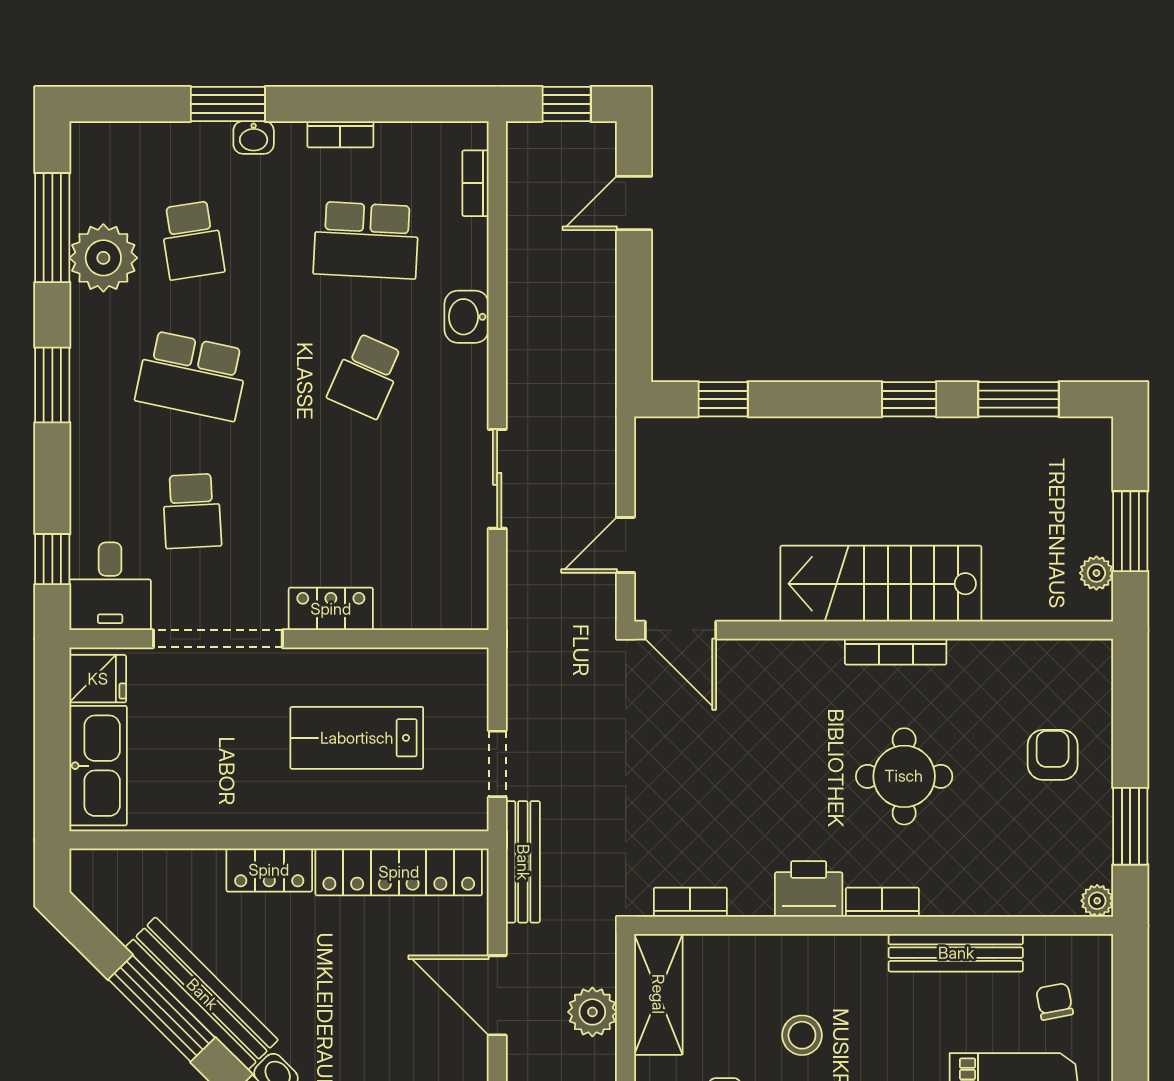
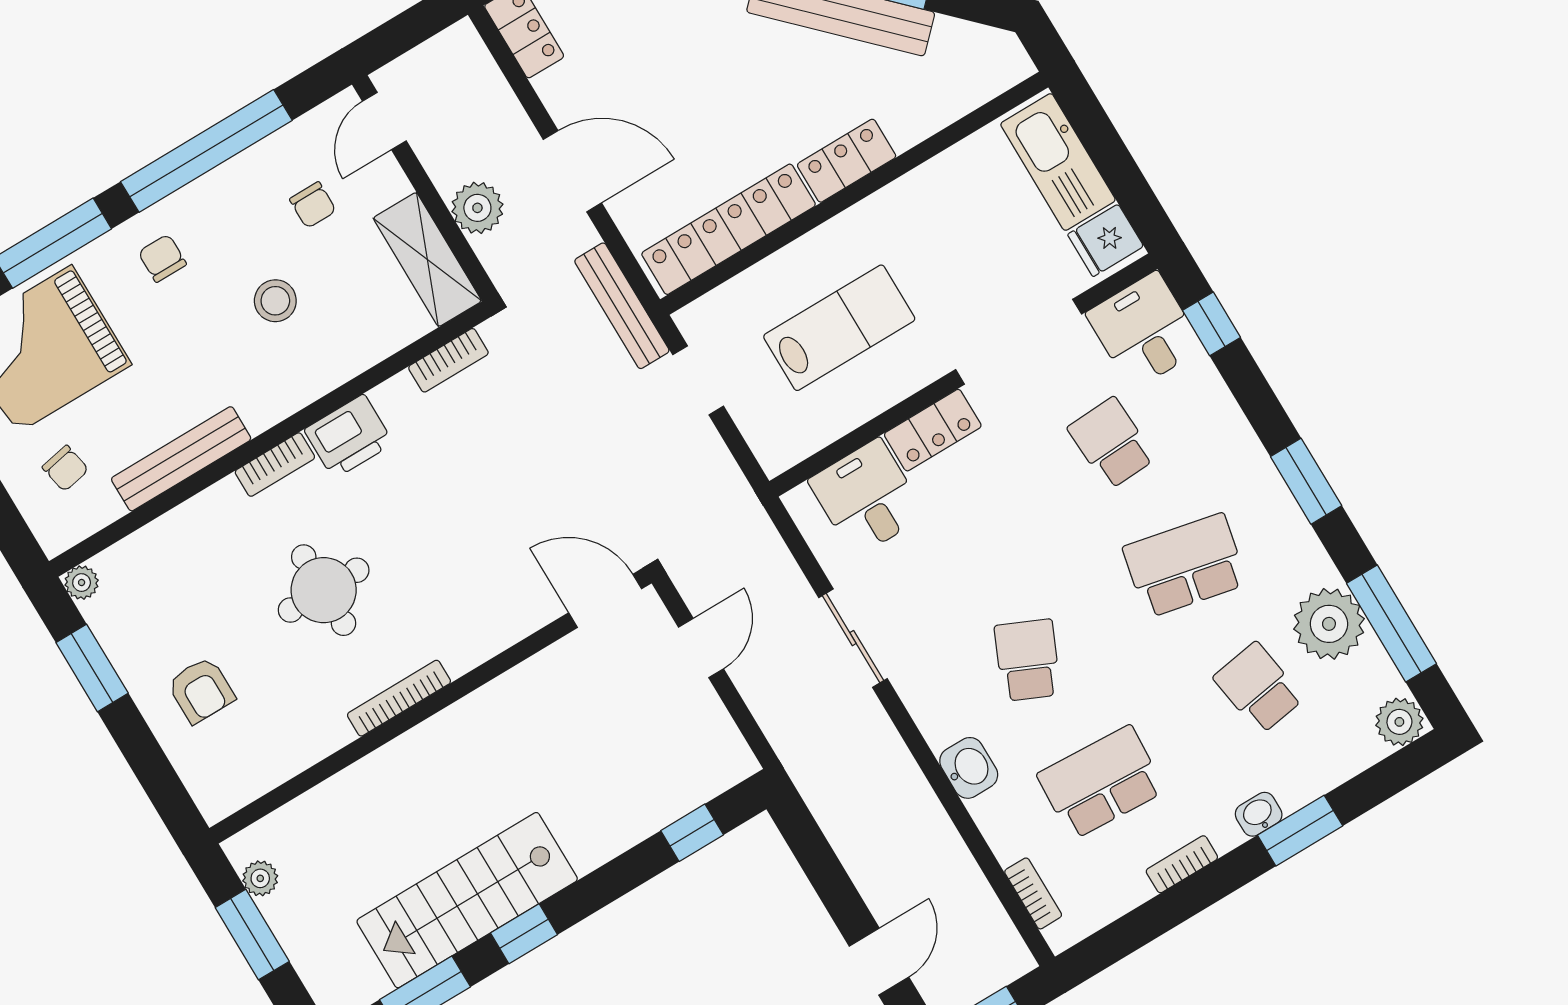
plant: (94, 144) -> (1399, 722), added
stairs: (881, 584) -> (467, 900), moved, turned 180
desk: (417, 586) -> (867, 498), added

